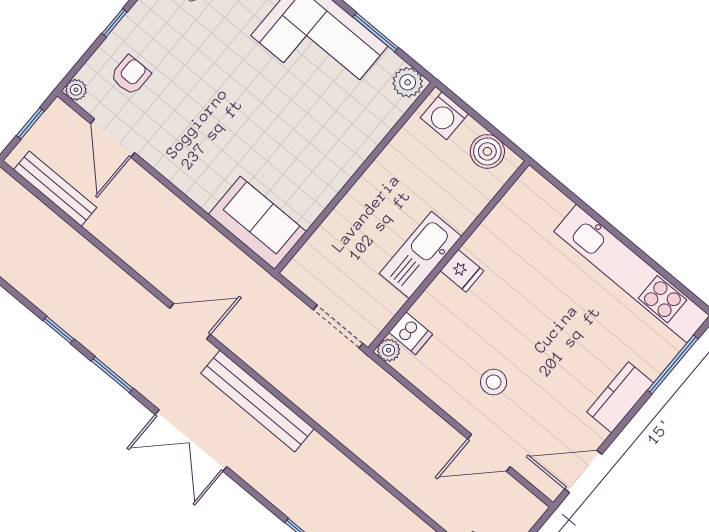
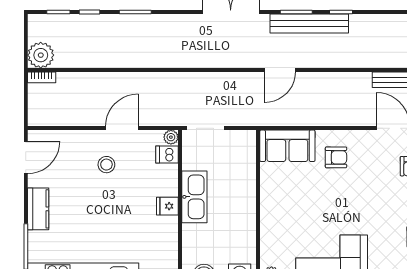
armchair: (211, 160) -> (336, 157), added
bench: (257, 401) -> (309, 24), moved
door: (489, 453) -> (122, 128), moved

